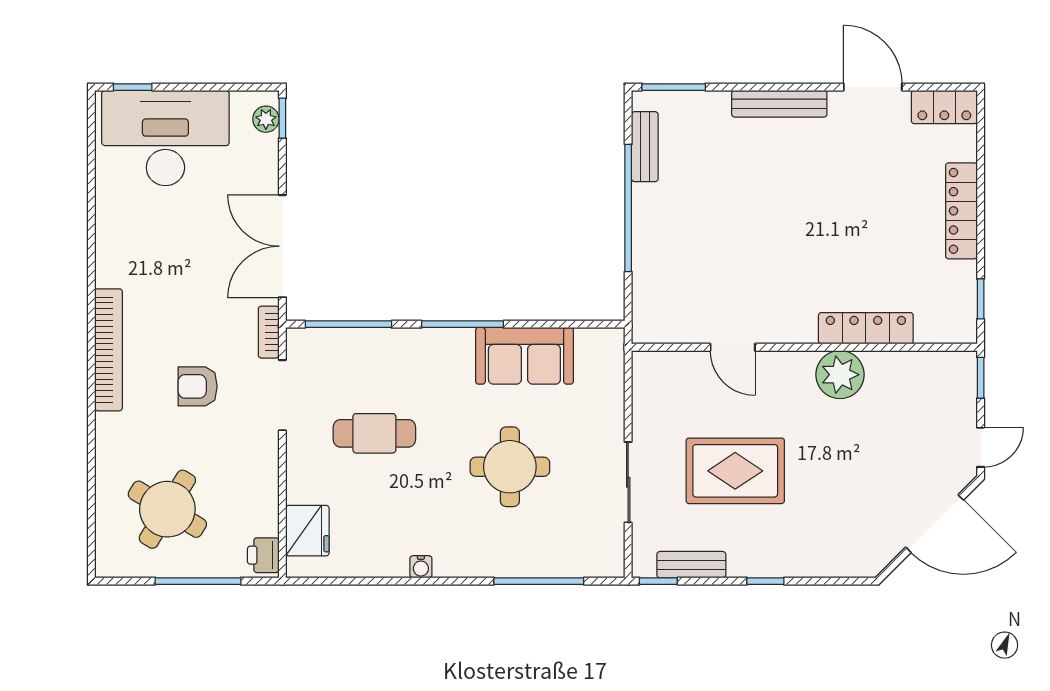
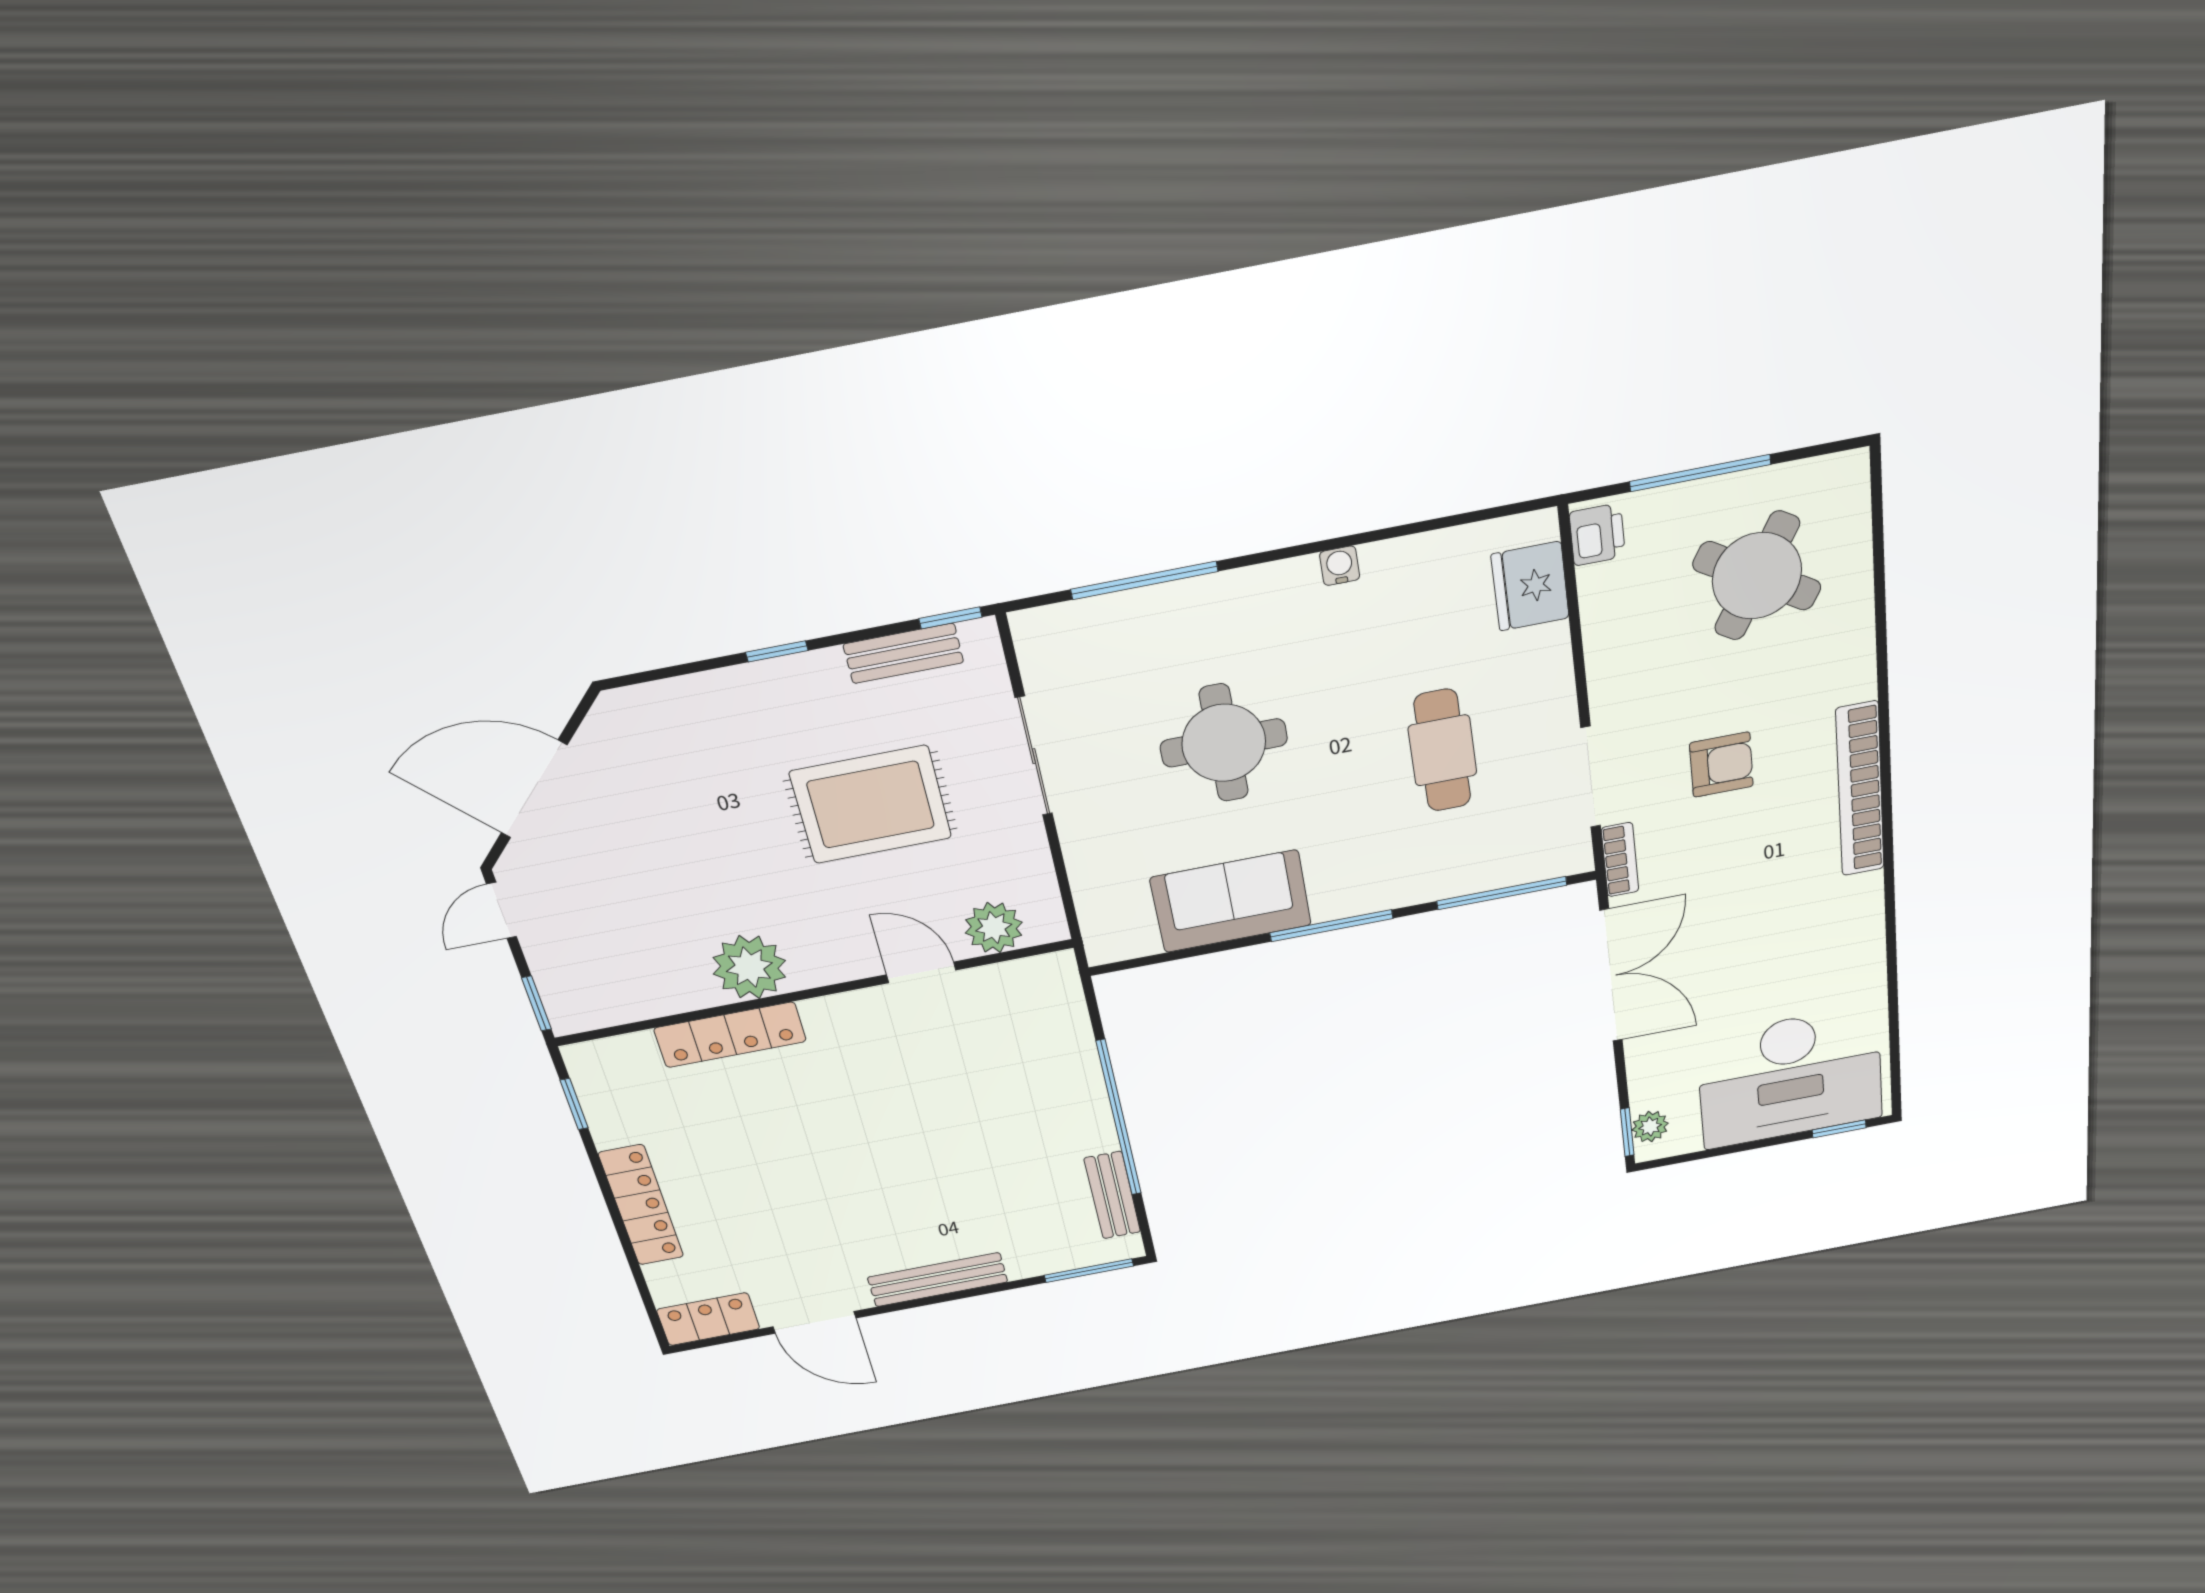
plant: (679, 370) -> (994, 928), added
cafe table: (374, 433) -> (1442, 750), turned 90

